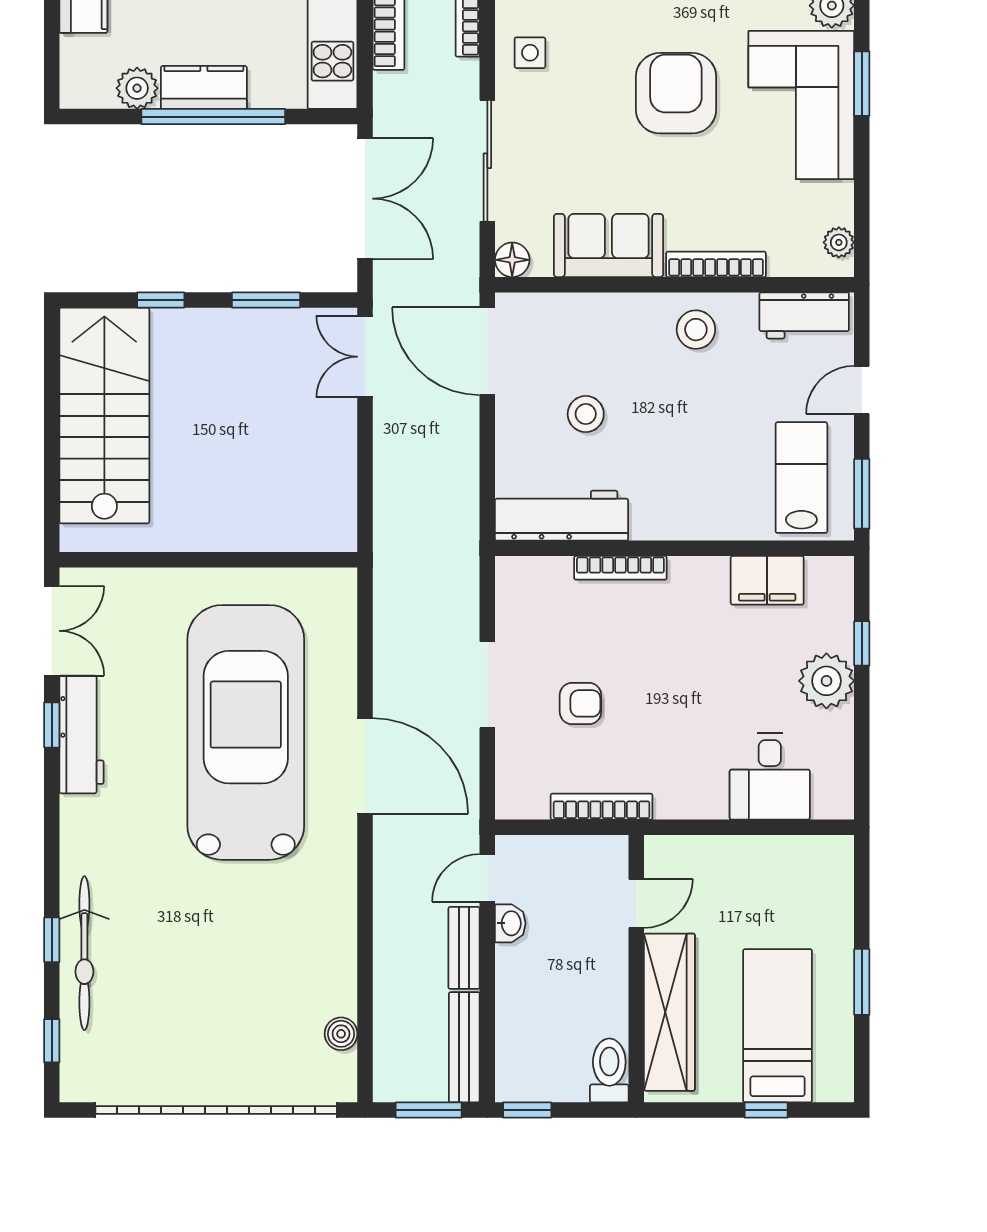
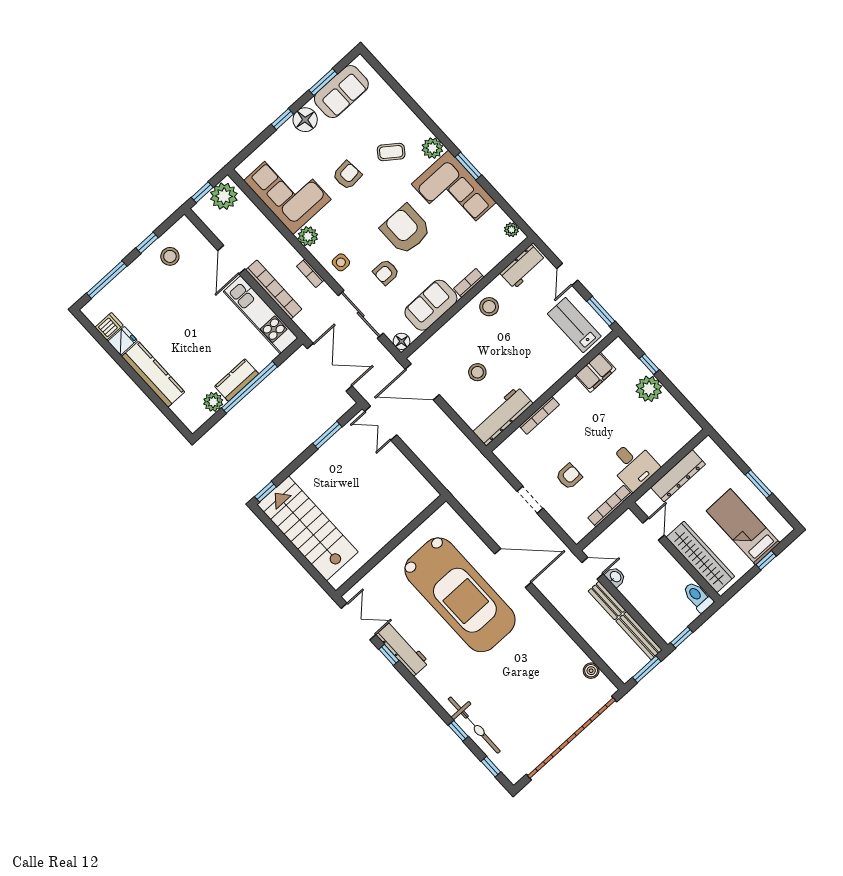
armchair: (586, 131) -> (386, 272), added
bookcase: (716, 264) -> (469, 283), width x0.64
window: (161, 300) -> (265, 492), moved
doorway: (487, 685) -> (530, 500), width x0.73
car: (246, 732) -> (460, 595), turned 180
desk: (770, 776) -> (633, 465), moved
dresser: (749, 856) -> (678, 476), added
door: (487, 878) -> (592, 568), swing flipped

